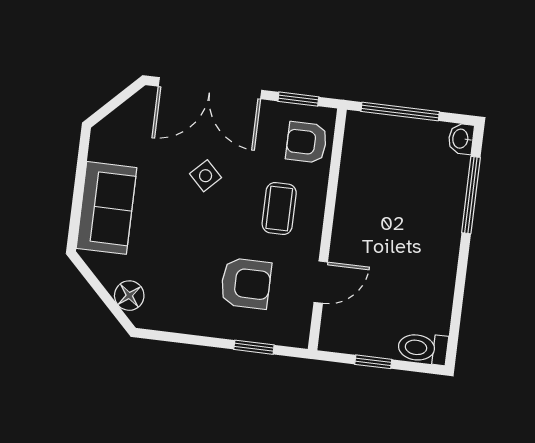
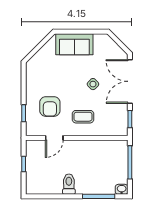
armchair: (306, 142) -> (112, 125), removed
door: (321, 282) -> (54, 138), hinge flipped
floor lamp: (129, 296) -> (39, 58), removed
toilet: (423, 348) -> (69, 184), moved

